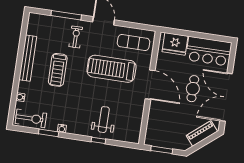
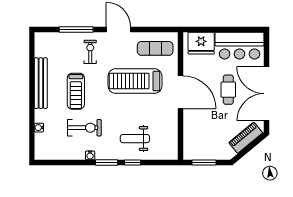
exercise bike: (31, 118) -> (84, 128), moved
weight bench: (104, 120) -> (135, 139), turned -90
window: (49, 133) -> (106, 162), moved

